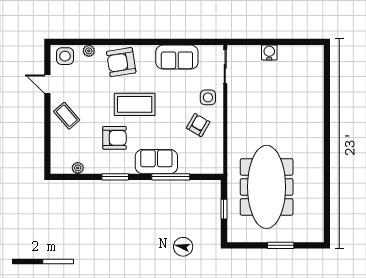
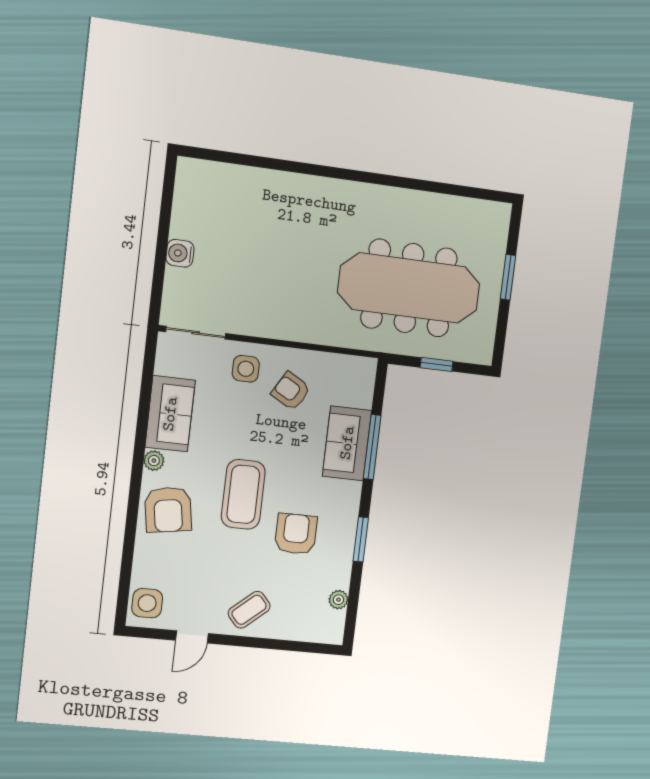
plant: (89, 51) -> (154, 461), moved
sofa: (156, 162) -> (347, 443), moved

